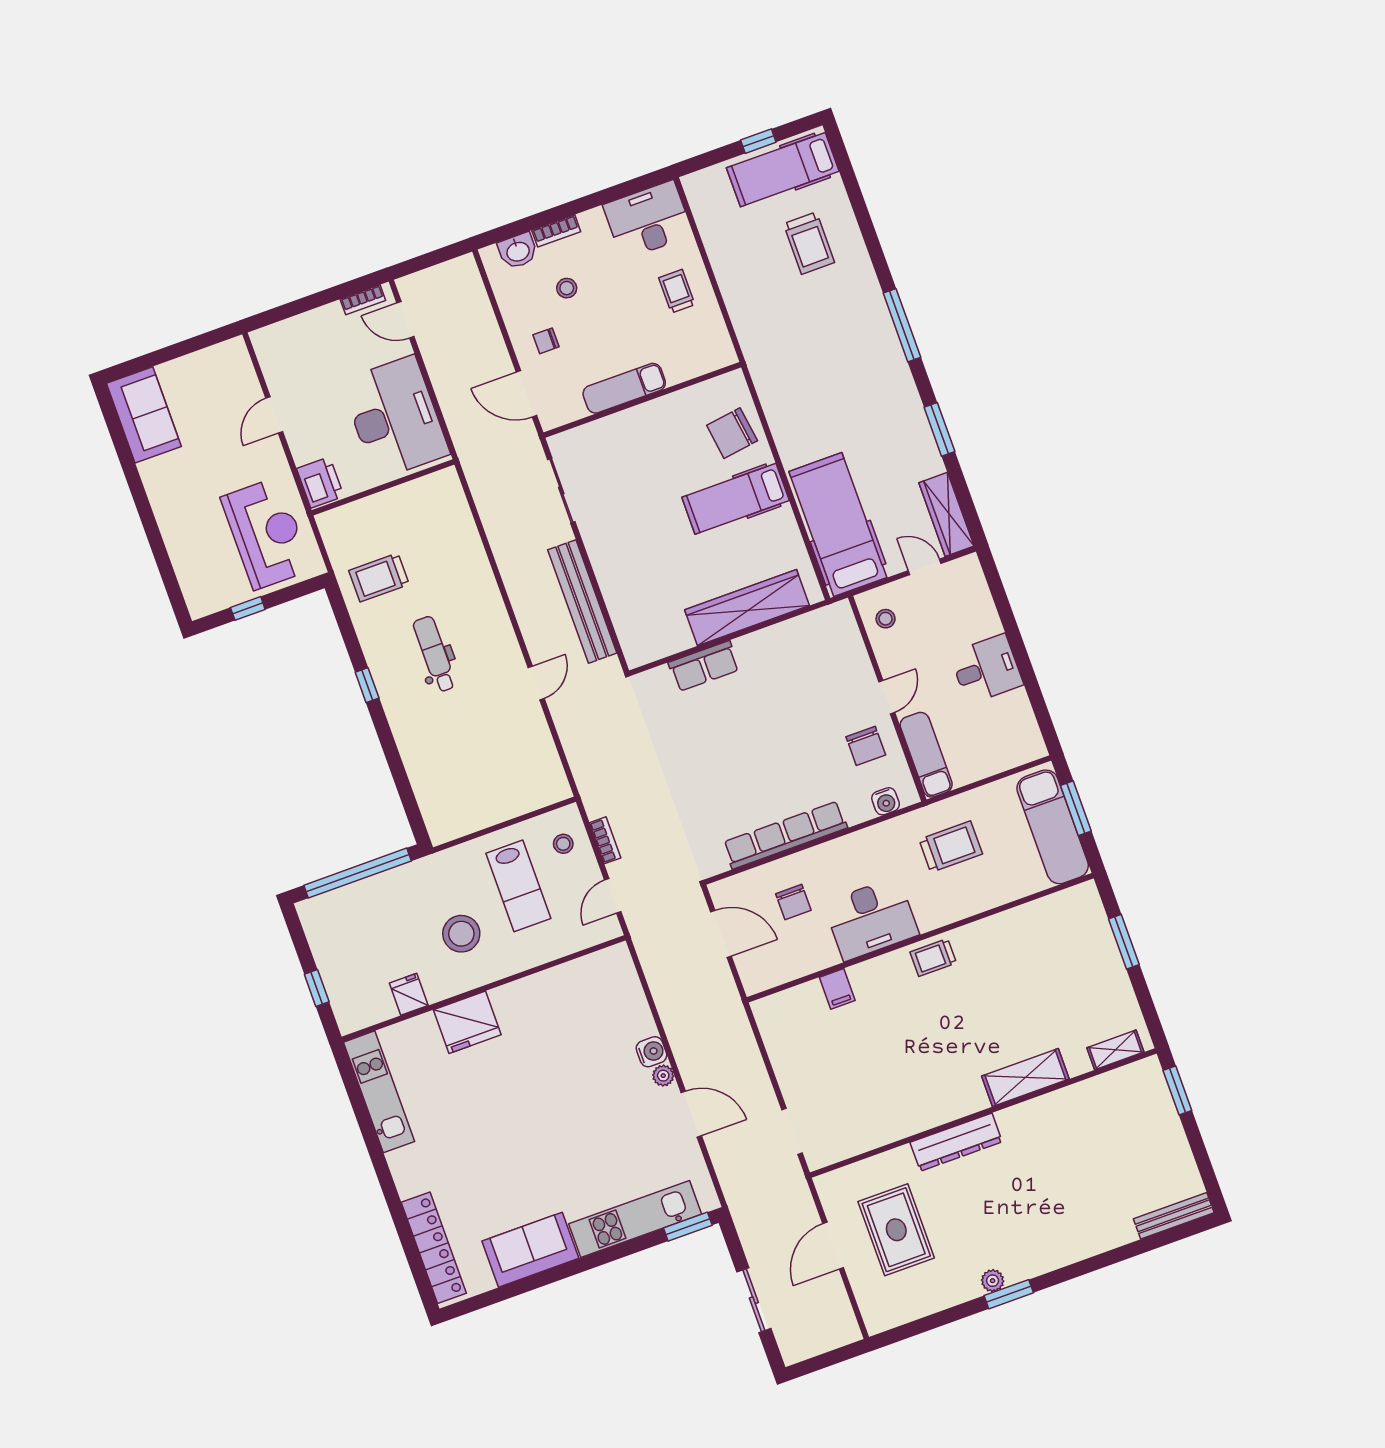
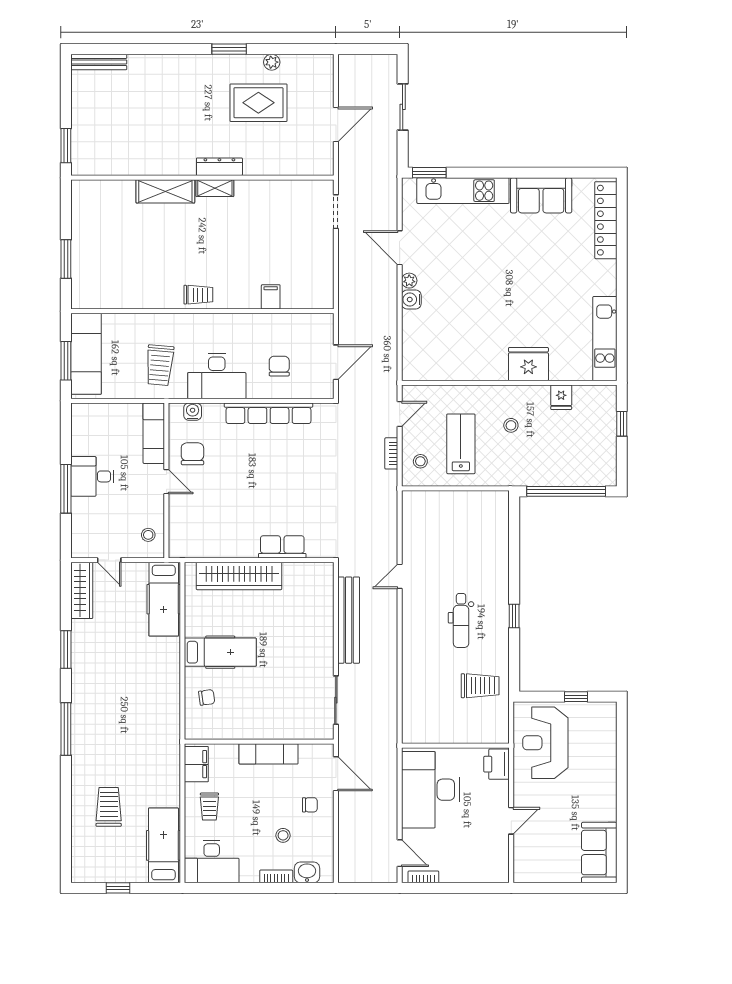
hospital bed: (783, 170) -> (163, 845), moved, turned -90
filing cabinet: (714, 341) -> (196, 764), added
chair: (732, 433) -> (207, 697), width x0.54, depth x0.54
hospital bed: (838, 525) -> (164, 599), width x0.73, depth x0.78
window: (1015, 640) -> (66, 489), added
door: (887, 697) -> (166, 482), swing flipped
trolley: (951, 847) -> (160, 365), turned -85
desk: (871, 919) -> (217, 376), moved, turned 180
stool: (461, 934) -> (511, 425), width x0.53, depth x0.53
door: (721, 934) -> (336, 362), swing flipped
shelving: (1115, 1050) -> (215, 188), moved
dresser: (956, 1142) -> (219, 167), width x0.73, depth x0.80
rug: (896, 1230) -> (258, 103), moved, turned 90
plant: (993, 1281) -> (272, 62), moved

